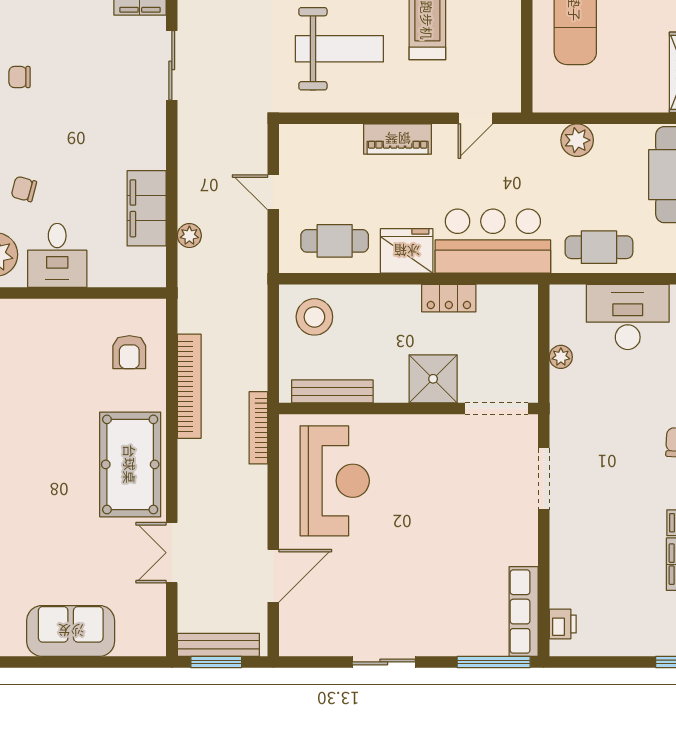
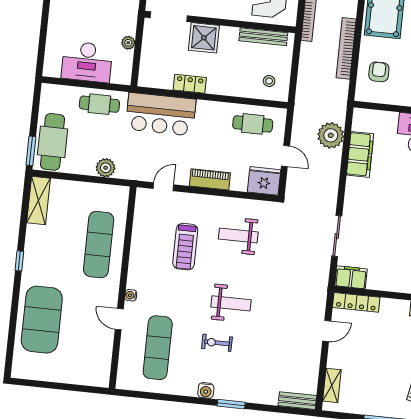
weight bench: (339, 49) -> (238, 235), width x0.73, depth x0.75
plant: (189, 236) -> (331, 135), width x1.87, depth x1.87
fridge: (407, 251) -> (264, 181), moved, turned 180
stool: (314, 317) -> (269, 81), width x0.53, depth x0.53

